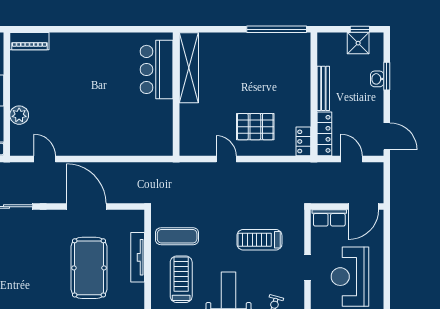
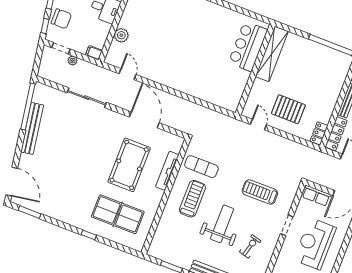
shelving: (189, 68) -> (272, 54), moved
bar counter: (157, 69) -> (248, 46), moved
wall: (176, 94) -> (255, 70), moved

